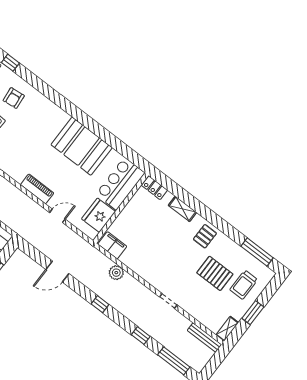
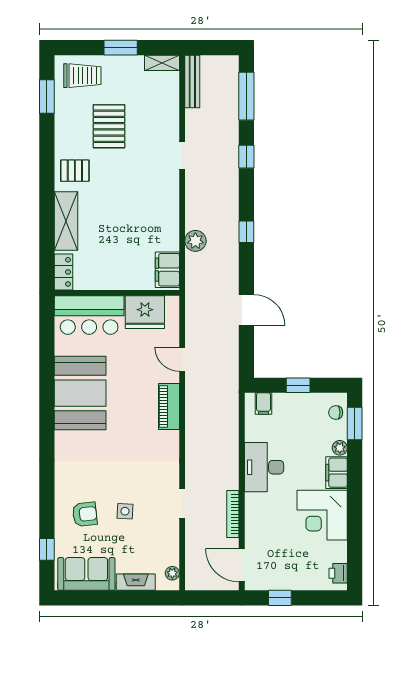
shelving: (182, 209) -> (66, 221), width x1.50, depth x1.33
window: (257, 252) -> (47, 96), width x0.69
trolley: (244, 285) -> (82, 76), moved

